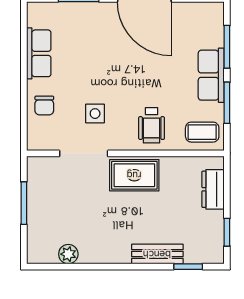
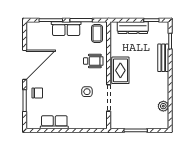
chair: (44, 106) -> (37, 93), moved
dresser: (213, 189) -> (133, 28), width x1.44

